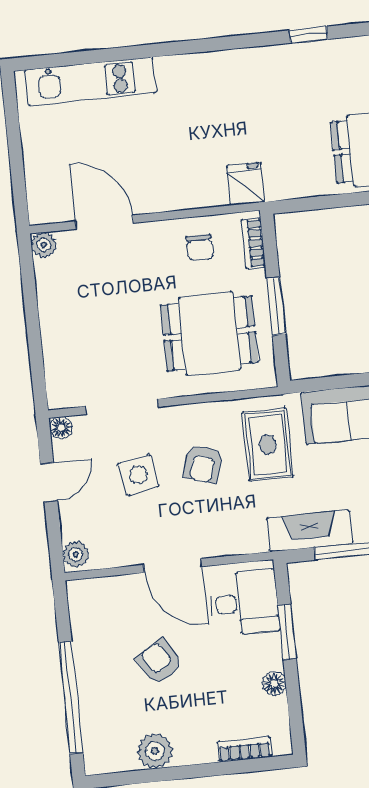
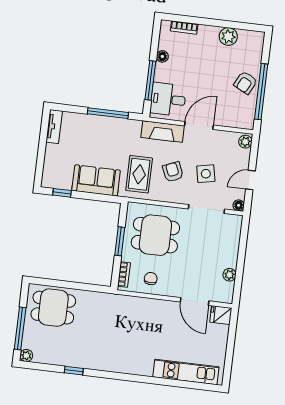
fridge: (245, 184) -> (221, 315), moved, turned 90
plant: (44, 245) -> (229, 275), moved
armchair: (203, 464) -> (173, 172), turned -40
fireplace: (310, 531) -> (163, 132), moved
door: (173, 566) -> (199, 125), hinge flipped
window: (287, 632) -> (150, 80), width x1.44
armchair: (159, 662) -> (245, 83), moved, turned 60
window: (71, 697) -> (261, 92), moved

